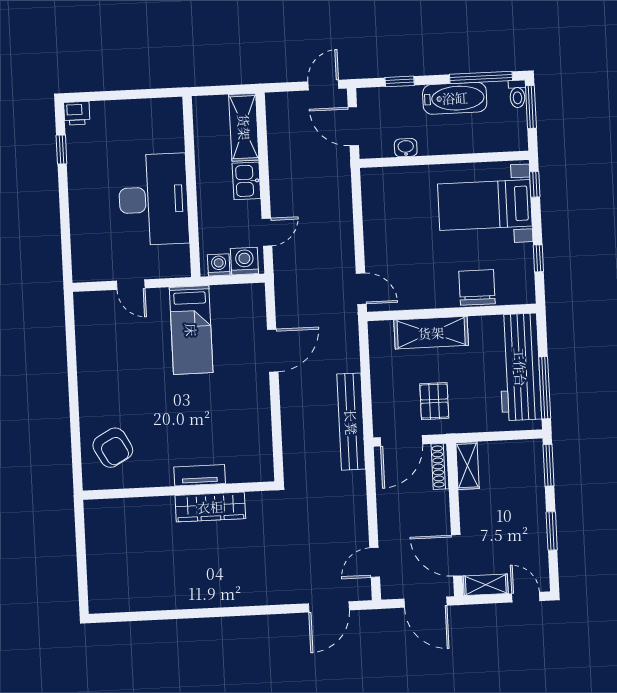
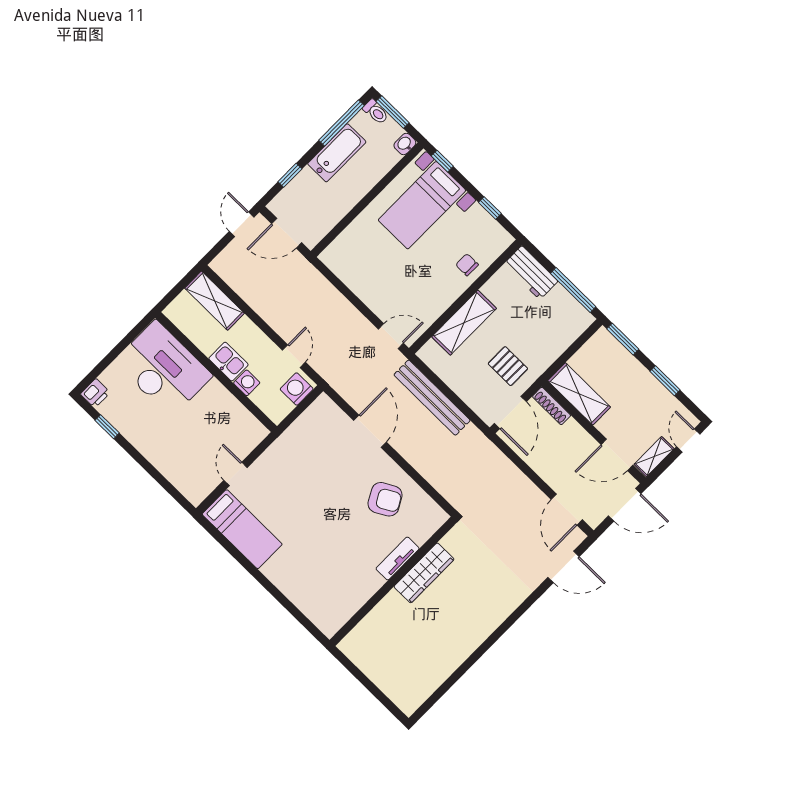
washbasin: (406, 148) -> (405, 144), moved
kitchen sink: (246, 181) -> (228, 362), moved, turned 180
desk: (154, 199) -> (163, 369), moved
washing machine: (219, 265) -> (247, 383), moved, turned 90
door: (131, 285) -> (236, 474), swing flipped
chair: (477, 287) -> (467, 265), width x0.54, depth x0.54
bed: (191, 330) -> (242, 529), moved
workbench: (520, 367) -> (531, 273), width x0.53, depth x0.76
bench: (351, 422) -> (432, 398), moved
armchair: (113, 448) -> (385, 499), moved
shelving: (467, 466) -> (579, 394), width x1.50, depth x1.33
door: (375, 562) -> (567, 510), width x1.38
door: (526, 597) -> (688, 440), hinge flipped
door: (329, 607) -> (564, 567), hinge flipped

